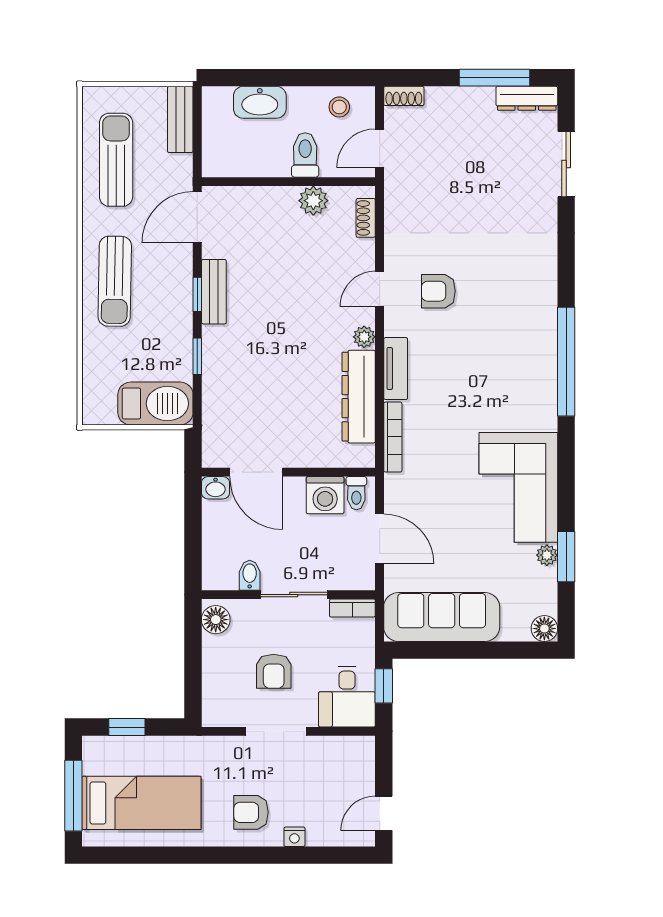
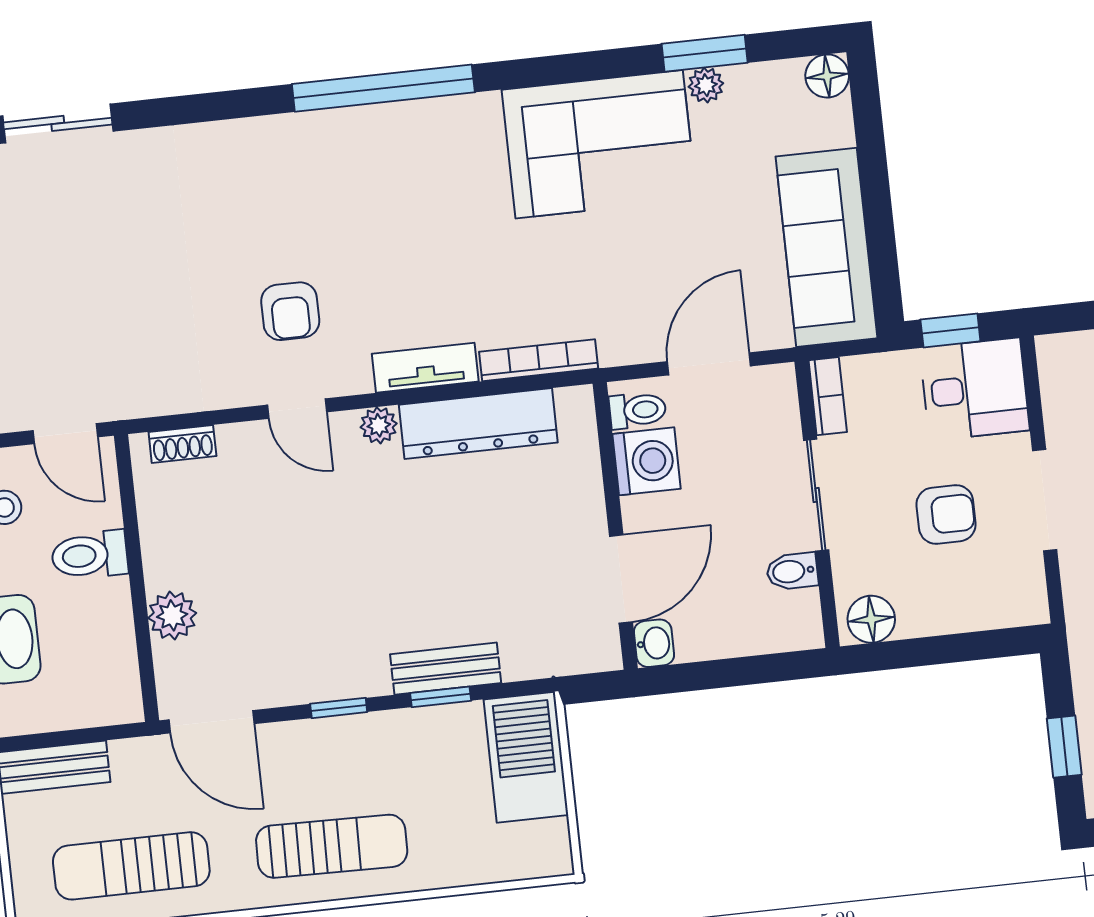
plant: (313, 201) -> (172, 615), moved
bench: (214, 292) -> (446, 669), moved

